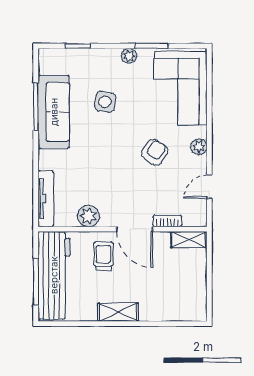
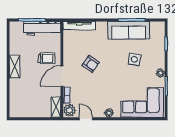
armchair: (155, 152) -> (91, 64), moved
plant: (88, 216) -> (69, 110), moved
workbench: (54, 275) -> (42, 28), width x0.73, depth x0.76

